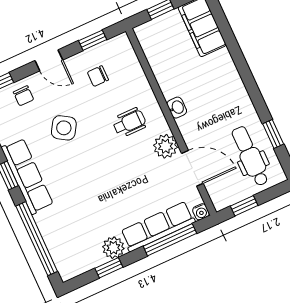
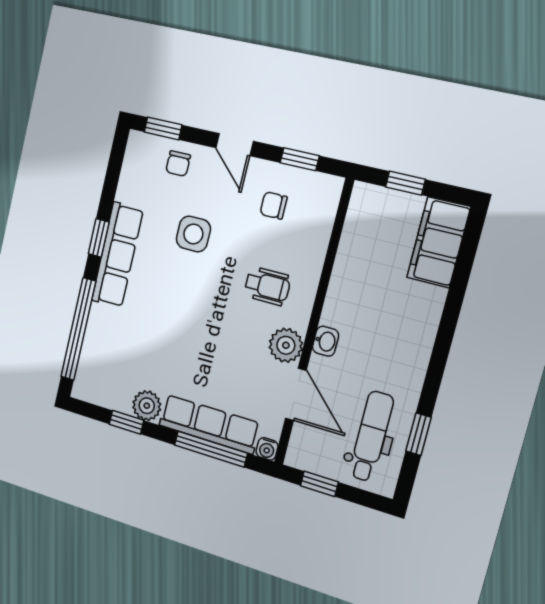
washbasin: (177, 108) -> (326, 341), moved
side table: (64, 128) -> (193, 234), turned -32

